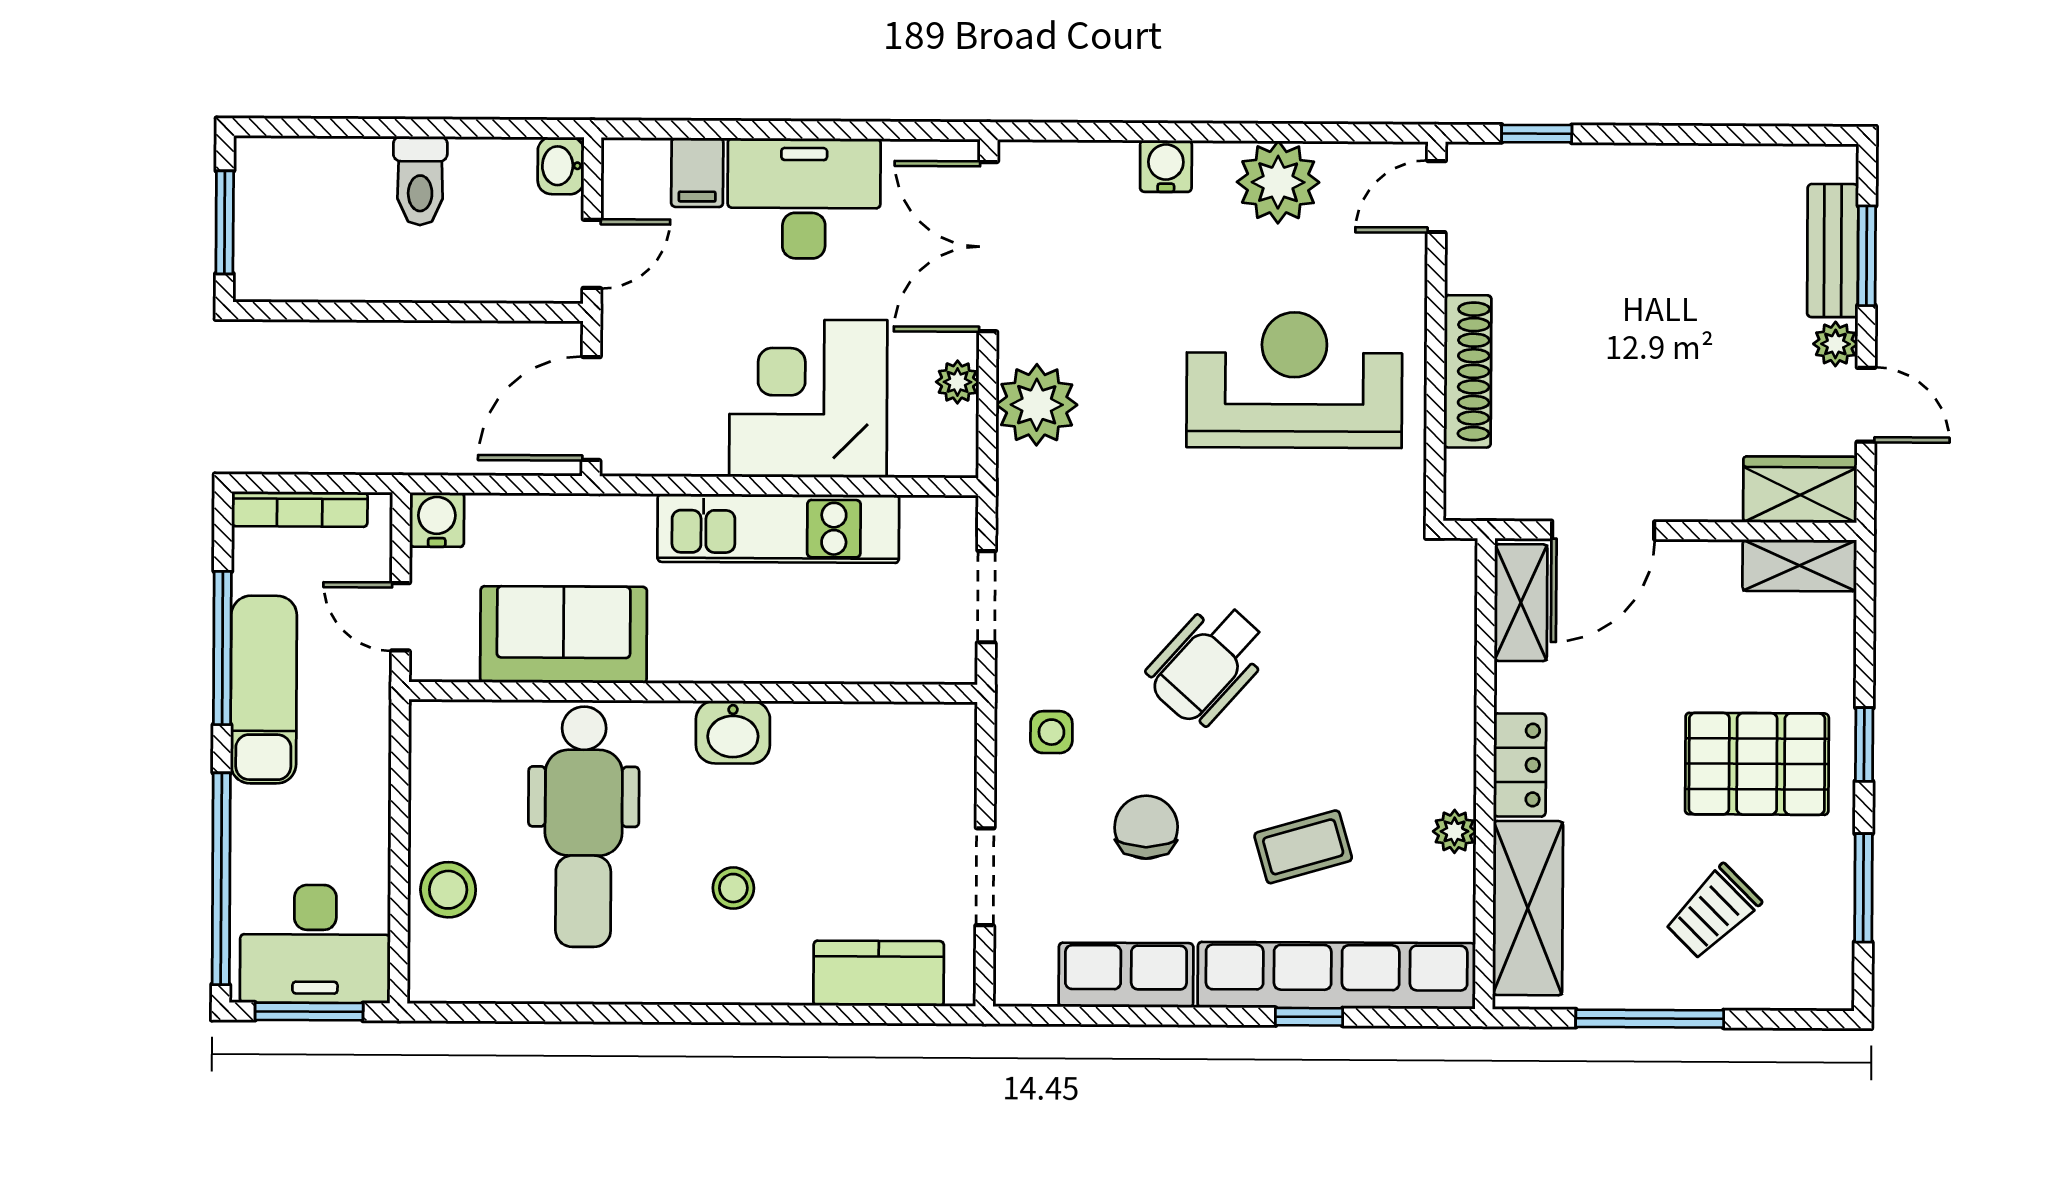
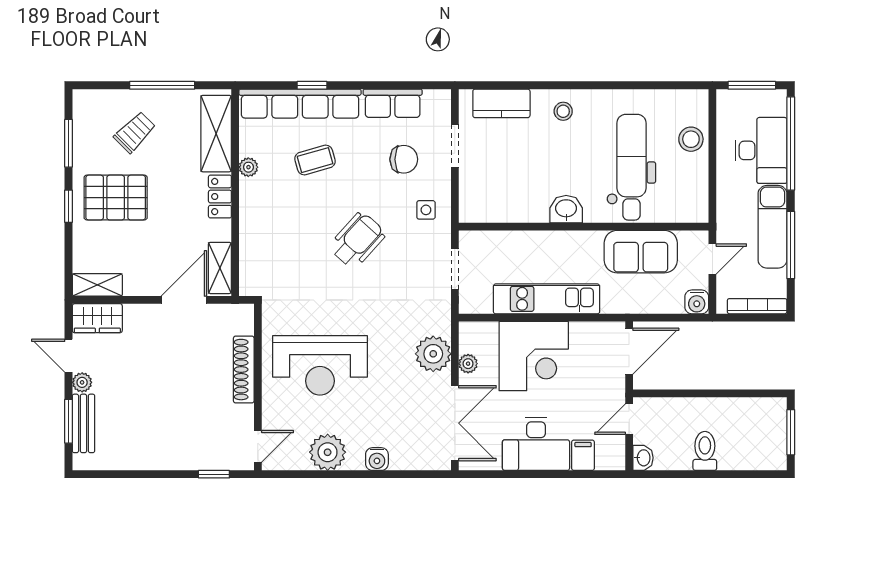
door: (401, 617) -> (712, 259), hinge flipped
chair: (1146, 827) -> (404, 159), moved, turned -90
stool: (733, 888) -> (563, 111), moved
desk: (315, 944) -> (761, 150), moved, turned 90

